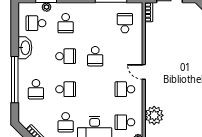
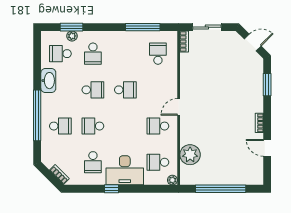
school desk: (95, 56) -> (125, 90), turned -90
door: (144, 72) -> (179, 107), hinge flipped
school desk: (36, 89) -> (60, 126), turned -90
school desk: (66, 89) -> (93, 126), turned 180

